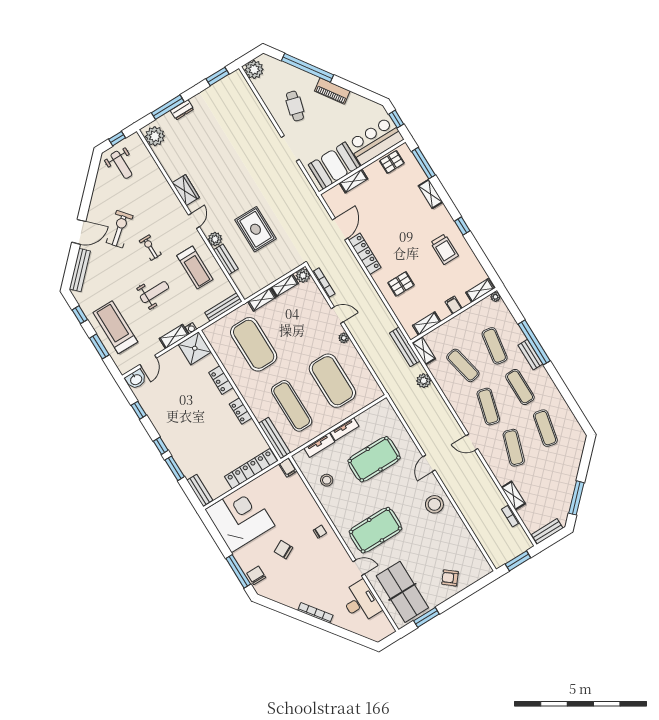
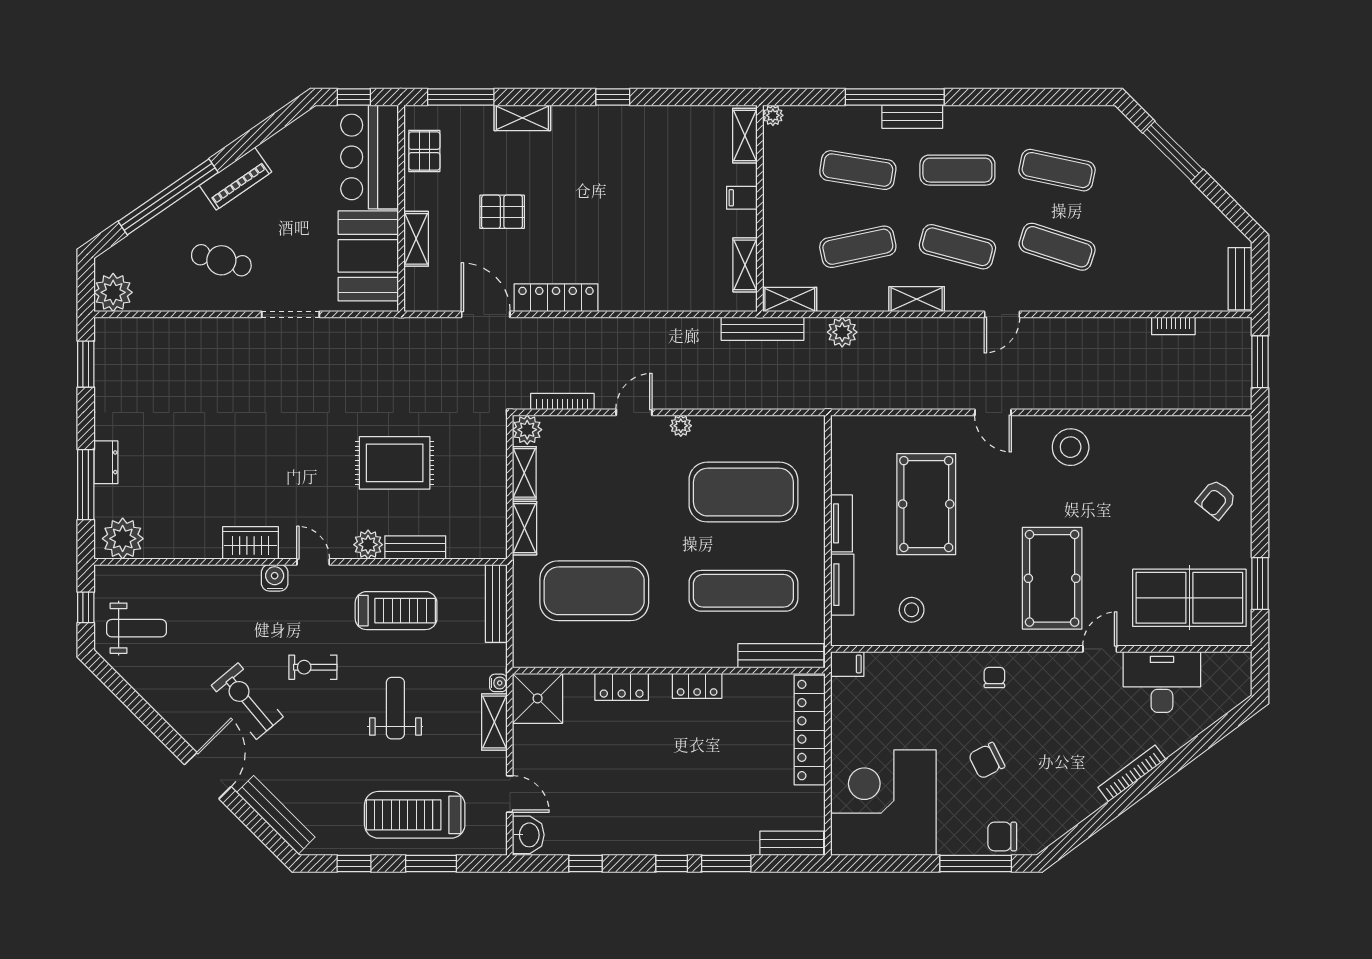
water cooler: (177, 209) -> (275, 578), added
trolley: (444, 249) -> (634, 153), removed
pallet: (401, 284) -> (502, 212), moved, turned 90
shelving: (513, 496) -> (917, 299), moved
window: (576, 498) -> (1173, 151), moved

